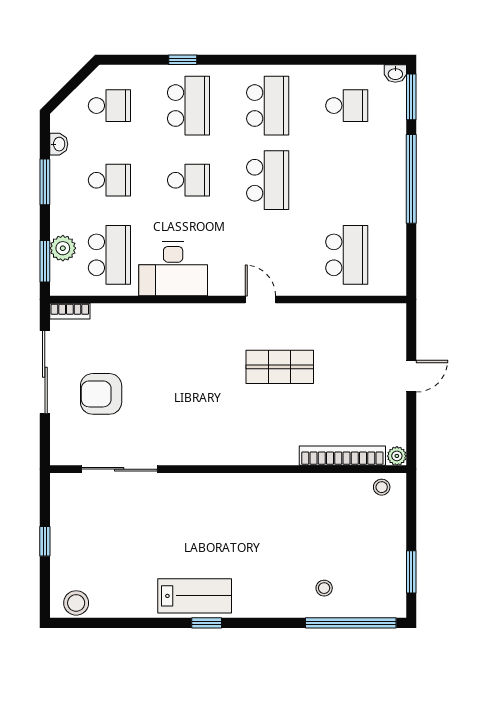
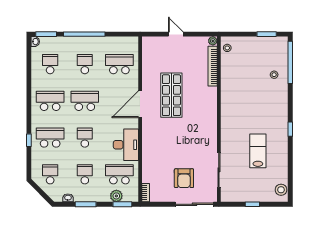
school desk: (347, 180) -> (85, 64), added
door: (260, 299) -> (140, 104), width x1.87
shop shelf: (280, 367) -> (171, 95), width x1.43, depth x1.36
sliding door: (45, 372) -> (194, 204), moved
lab bench: (195, 596) -> (258, 151), moved

